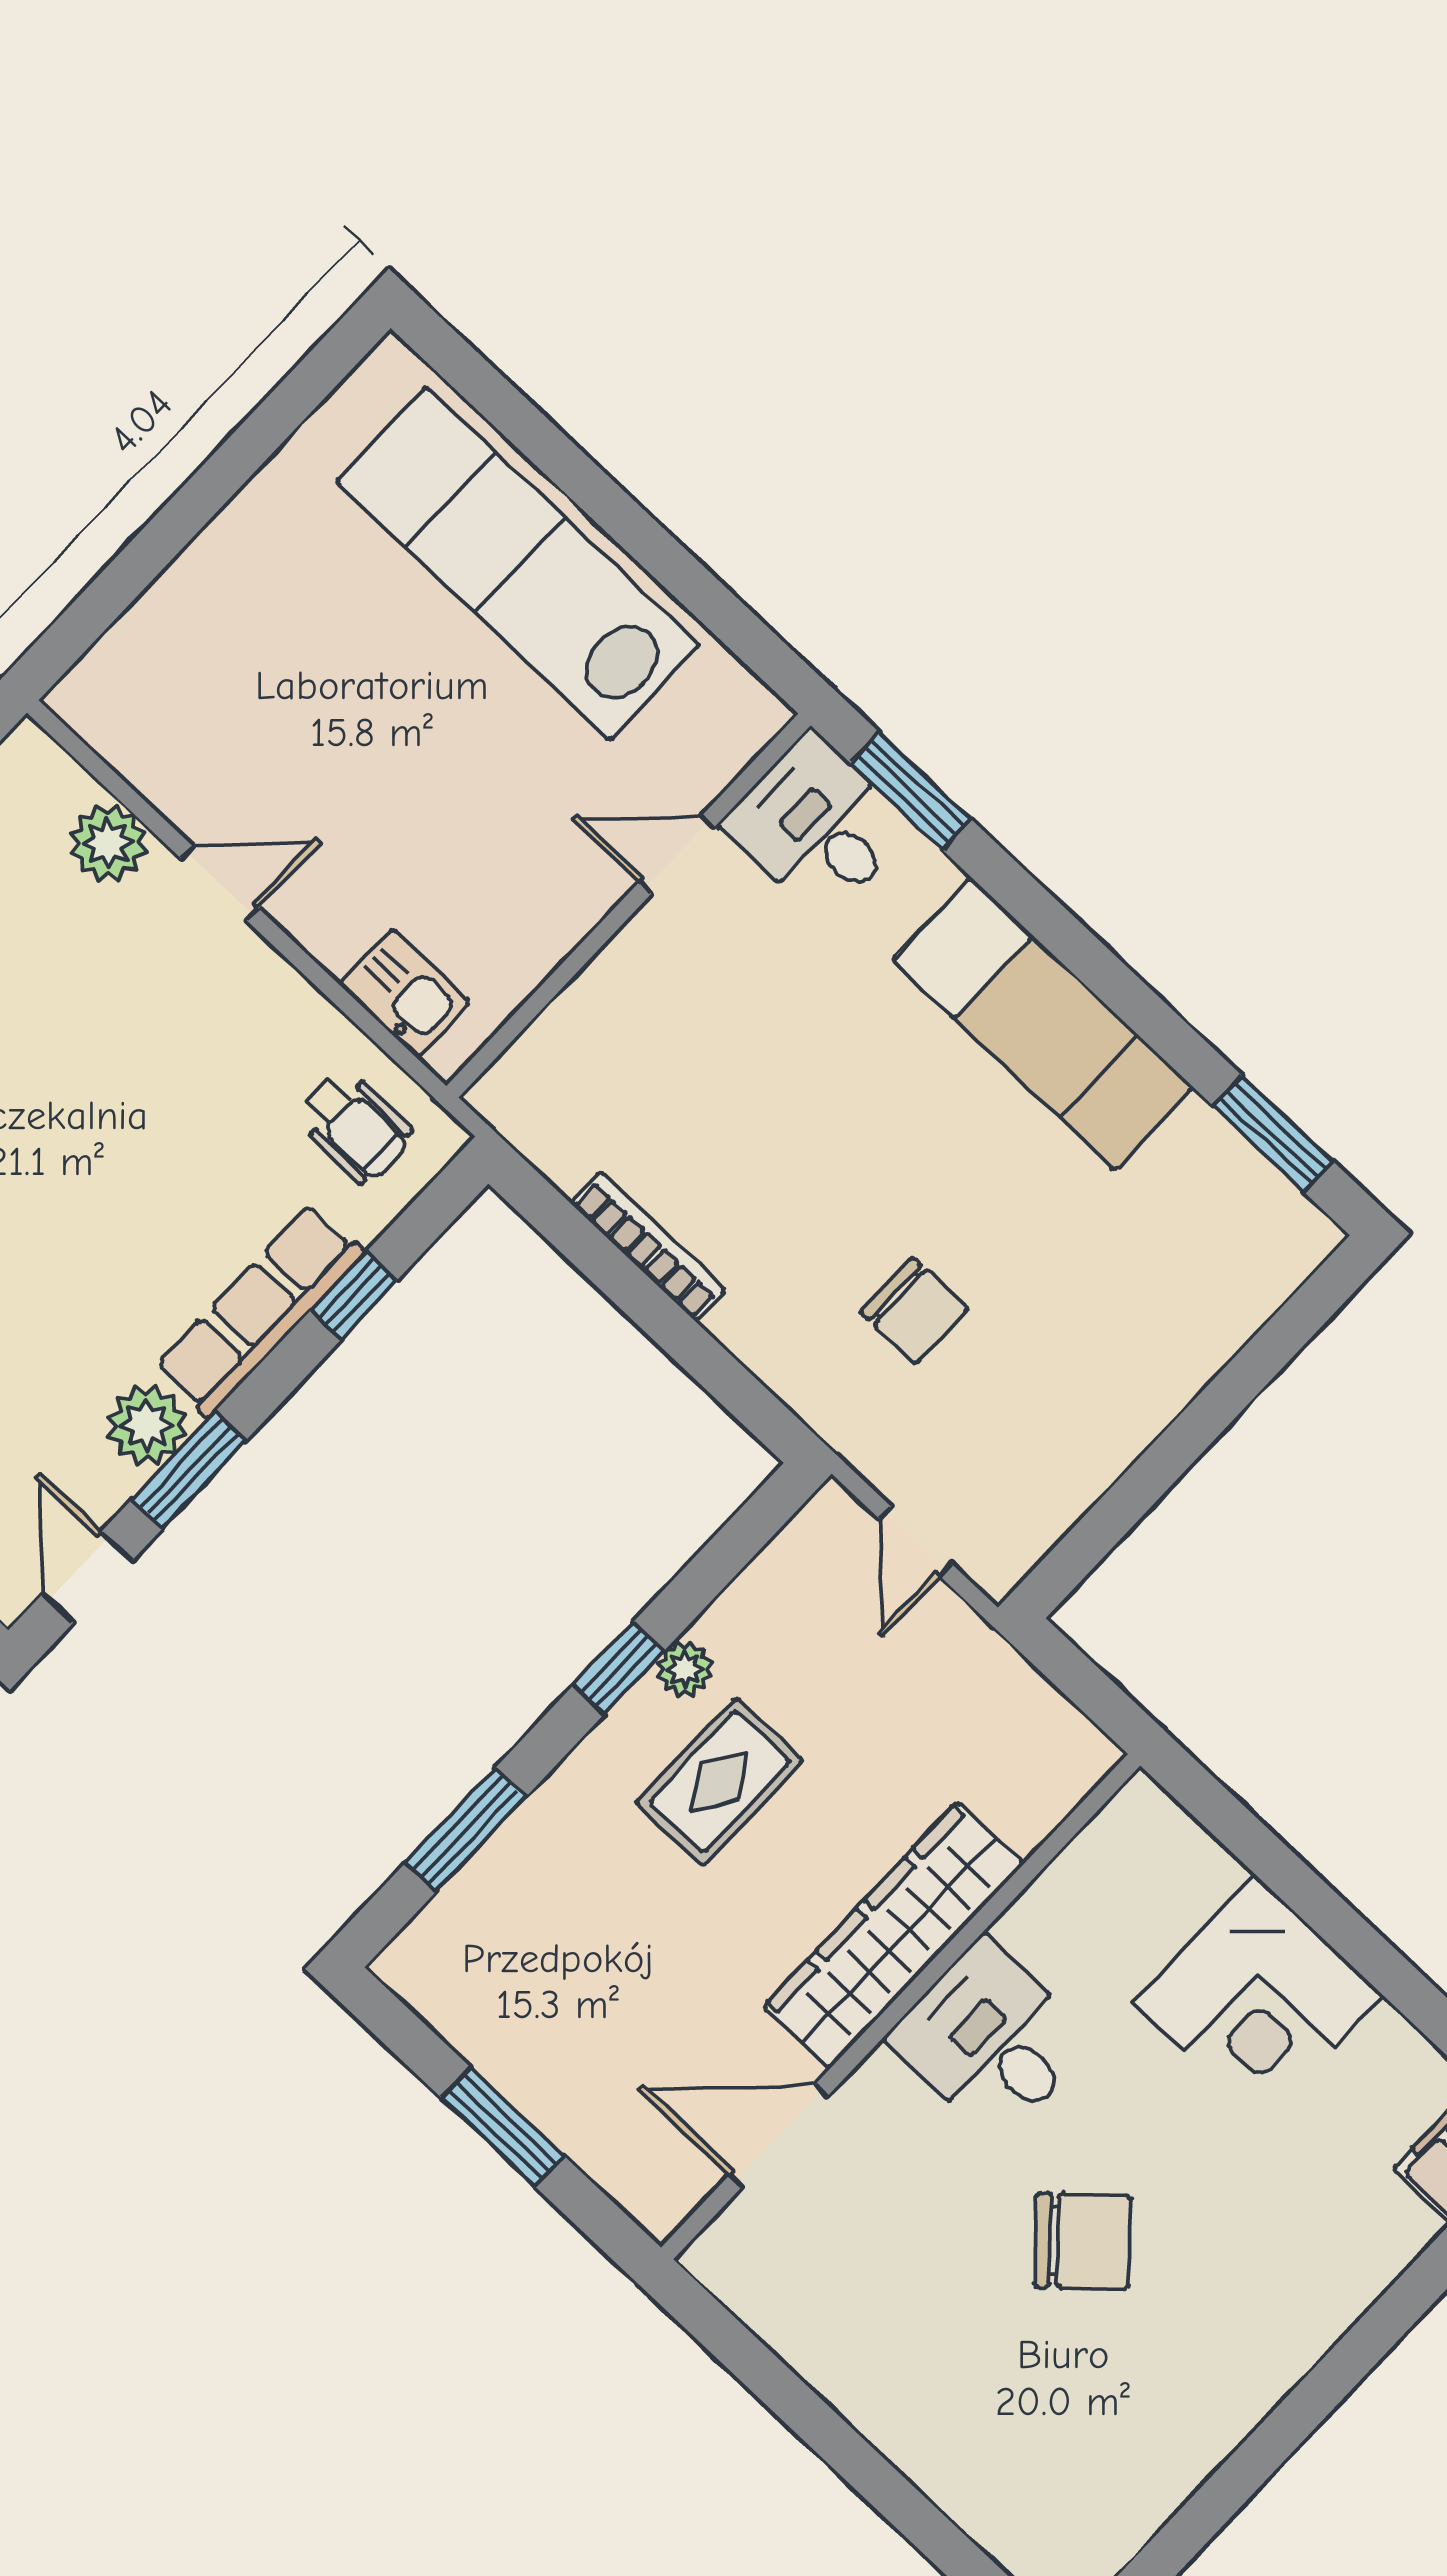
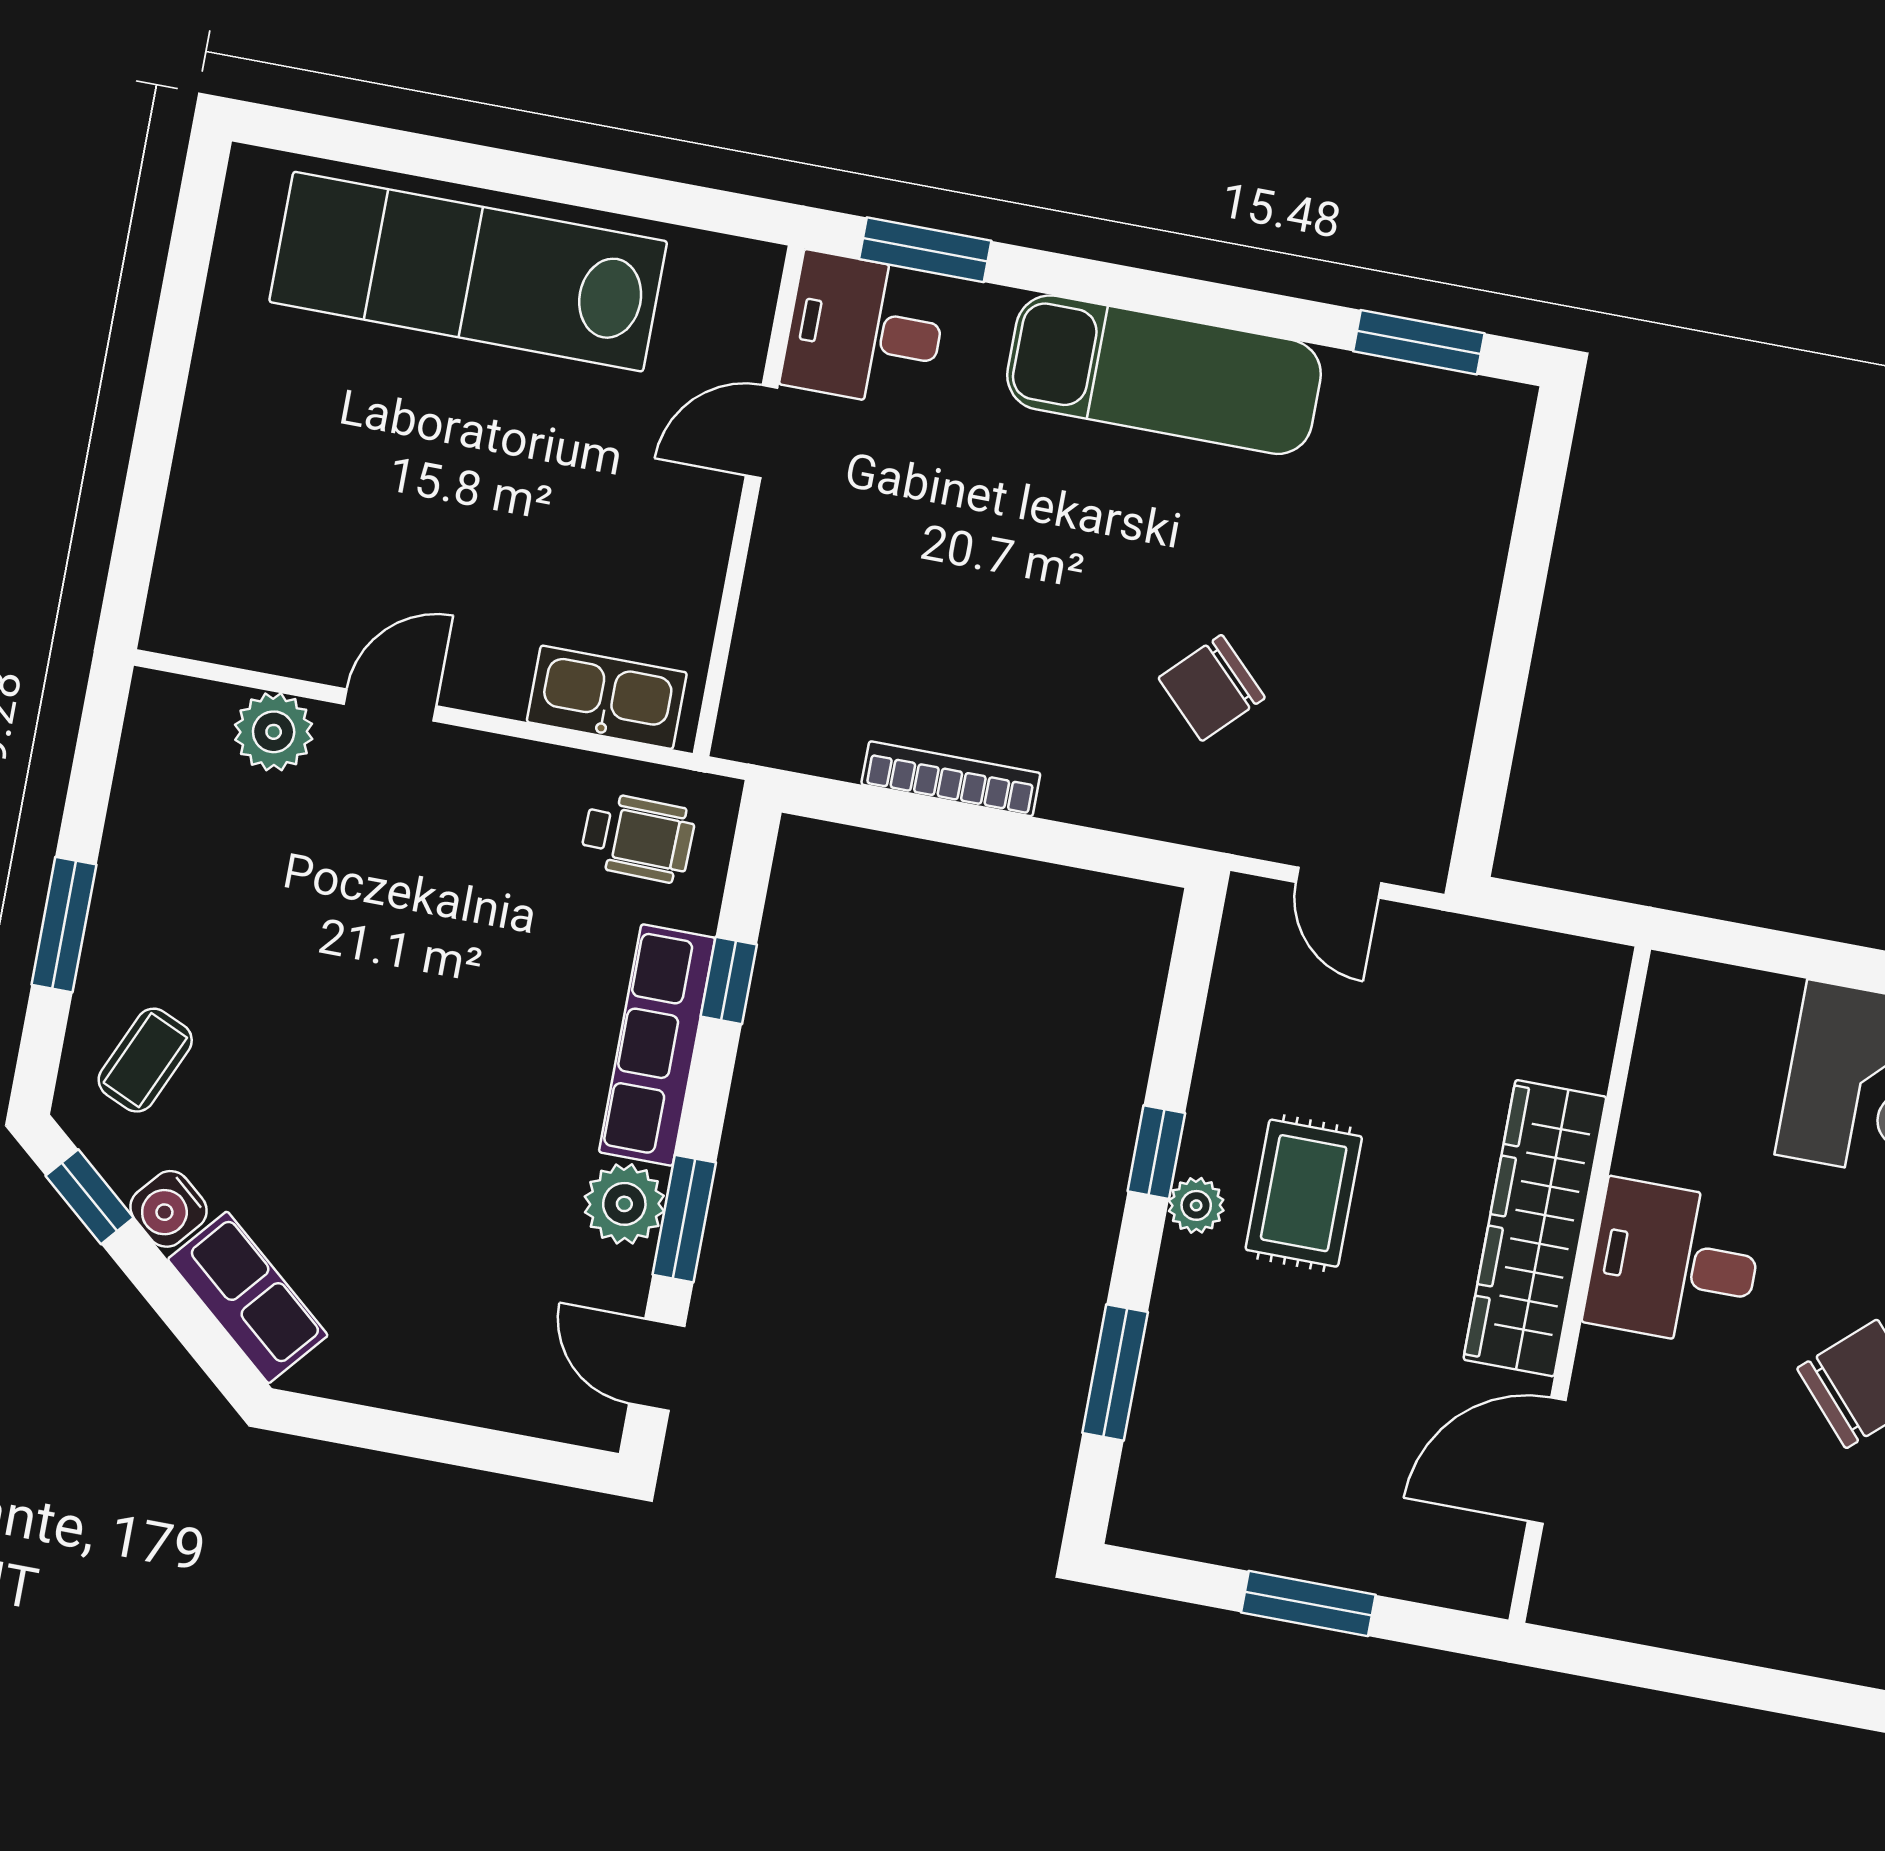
kitchen sink: (405, 993) -> (607, 697), width x1.38
chair: (914, 1311) -> (1212, 688), turned 135
plant: (685, 1669) -> (1196, 1205), moved

